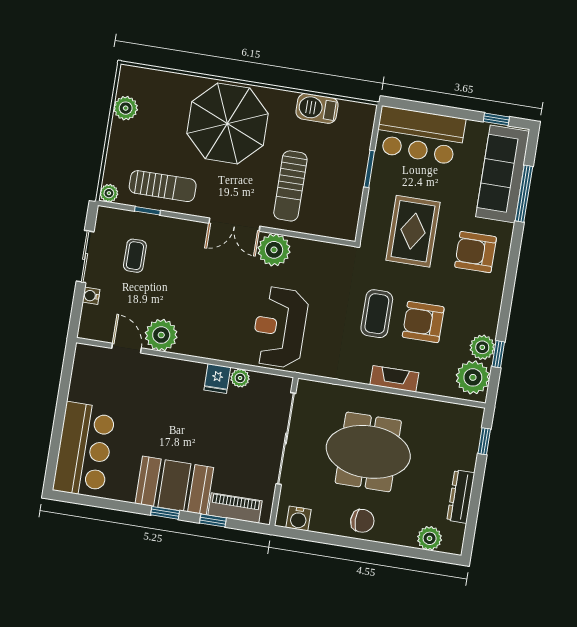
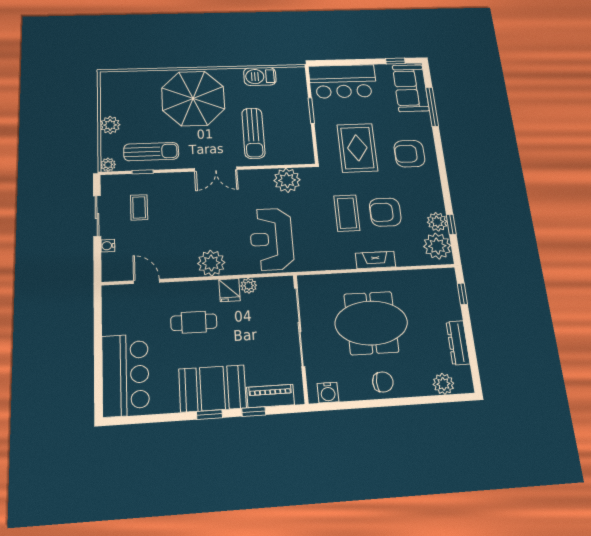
plant: (126, 108) -> (110, 125), moved
sofa: (503, 174) -> (411, 88), width x0.73
plant: (274, 250) -> (287, 180), moved
plant: (161, 335) -> (211, 263), moved
cafe table: (170, 407) -> (194, 322), added

